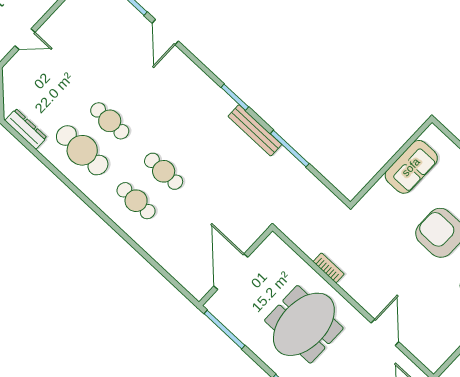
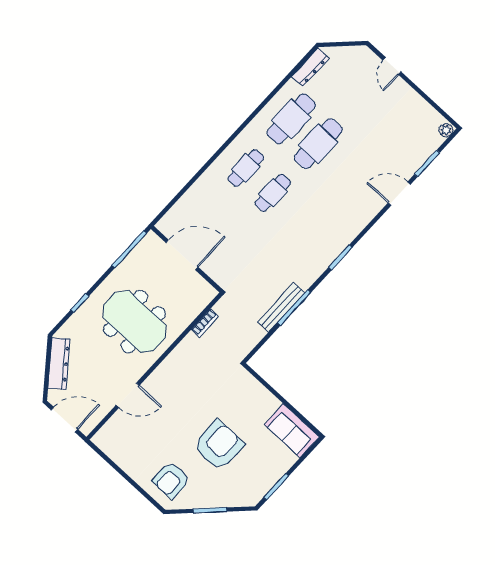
cafe table: (110, 121) -> (318, 144), width x1.37, depth x1.35
bench: (255, 130) -> (281, 307), moved
sofa: (411, 167) -> (292, 431), moved
bookcase: (329, 268) -> (205, 323), moved

